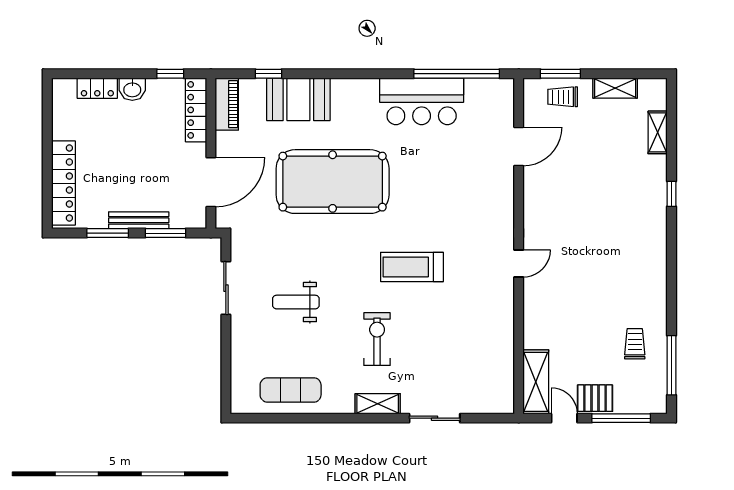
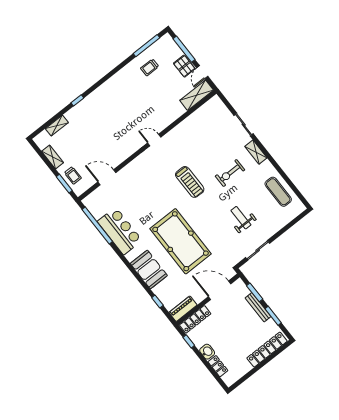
booth: (298, 99) -> (149, 270), moved
weight bench: (296, 302) -> (241, 218), turned 180

